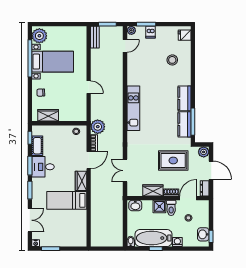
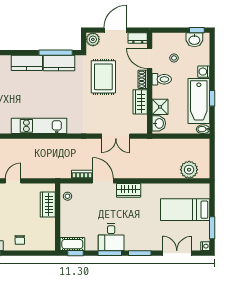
wardrobe: (48, 115) -> (48, 205), moved
plant: (98, 127) -> (189, 170), moved
cot: (37, 146) -> (72, 244), moved
bed: (67, 200) -> (185, 210), moved, turned 90
shower: (159, 206) -> (160, 107), moved

